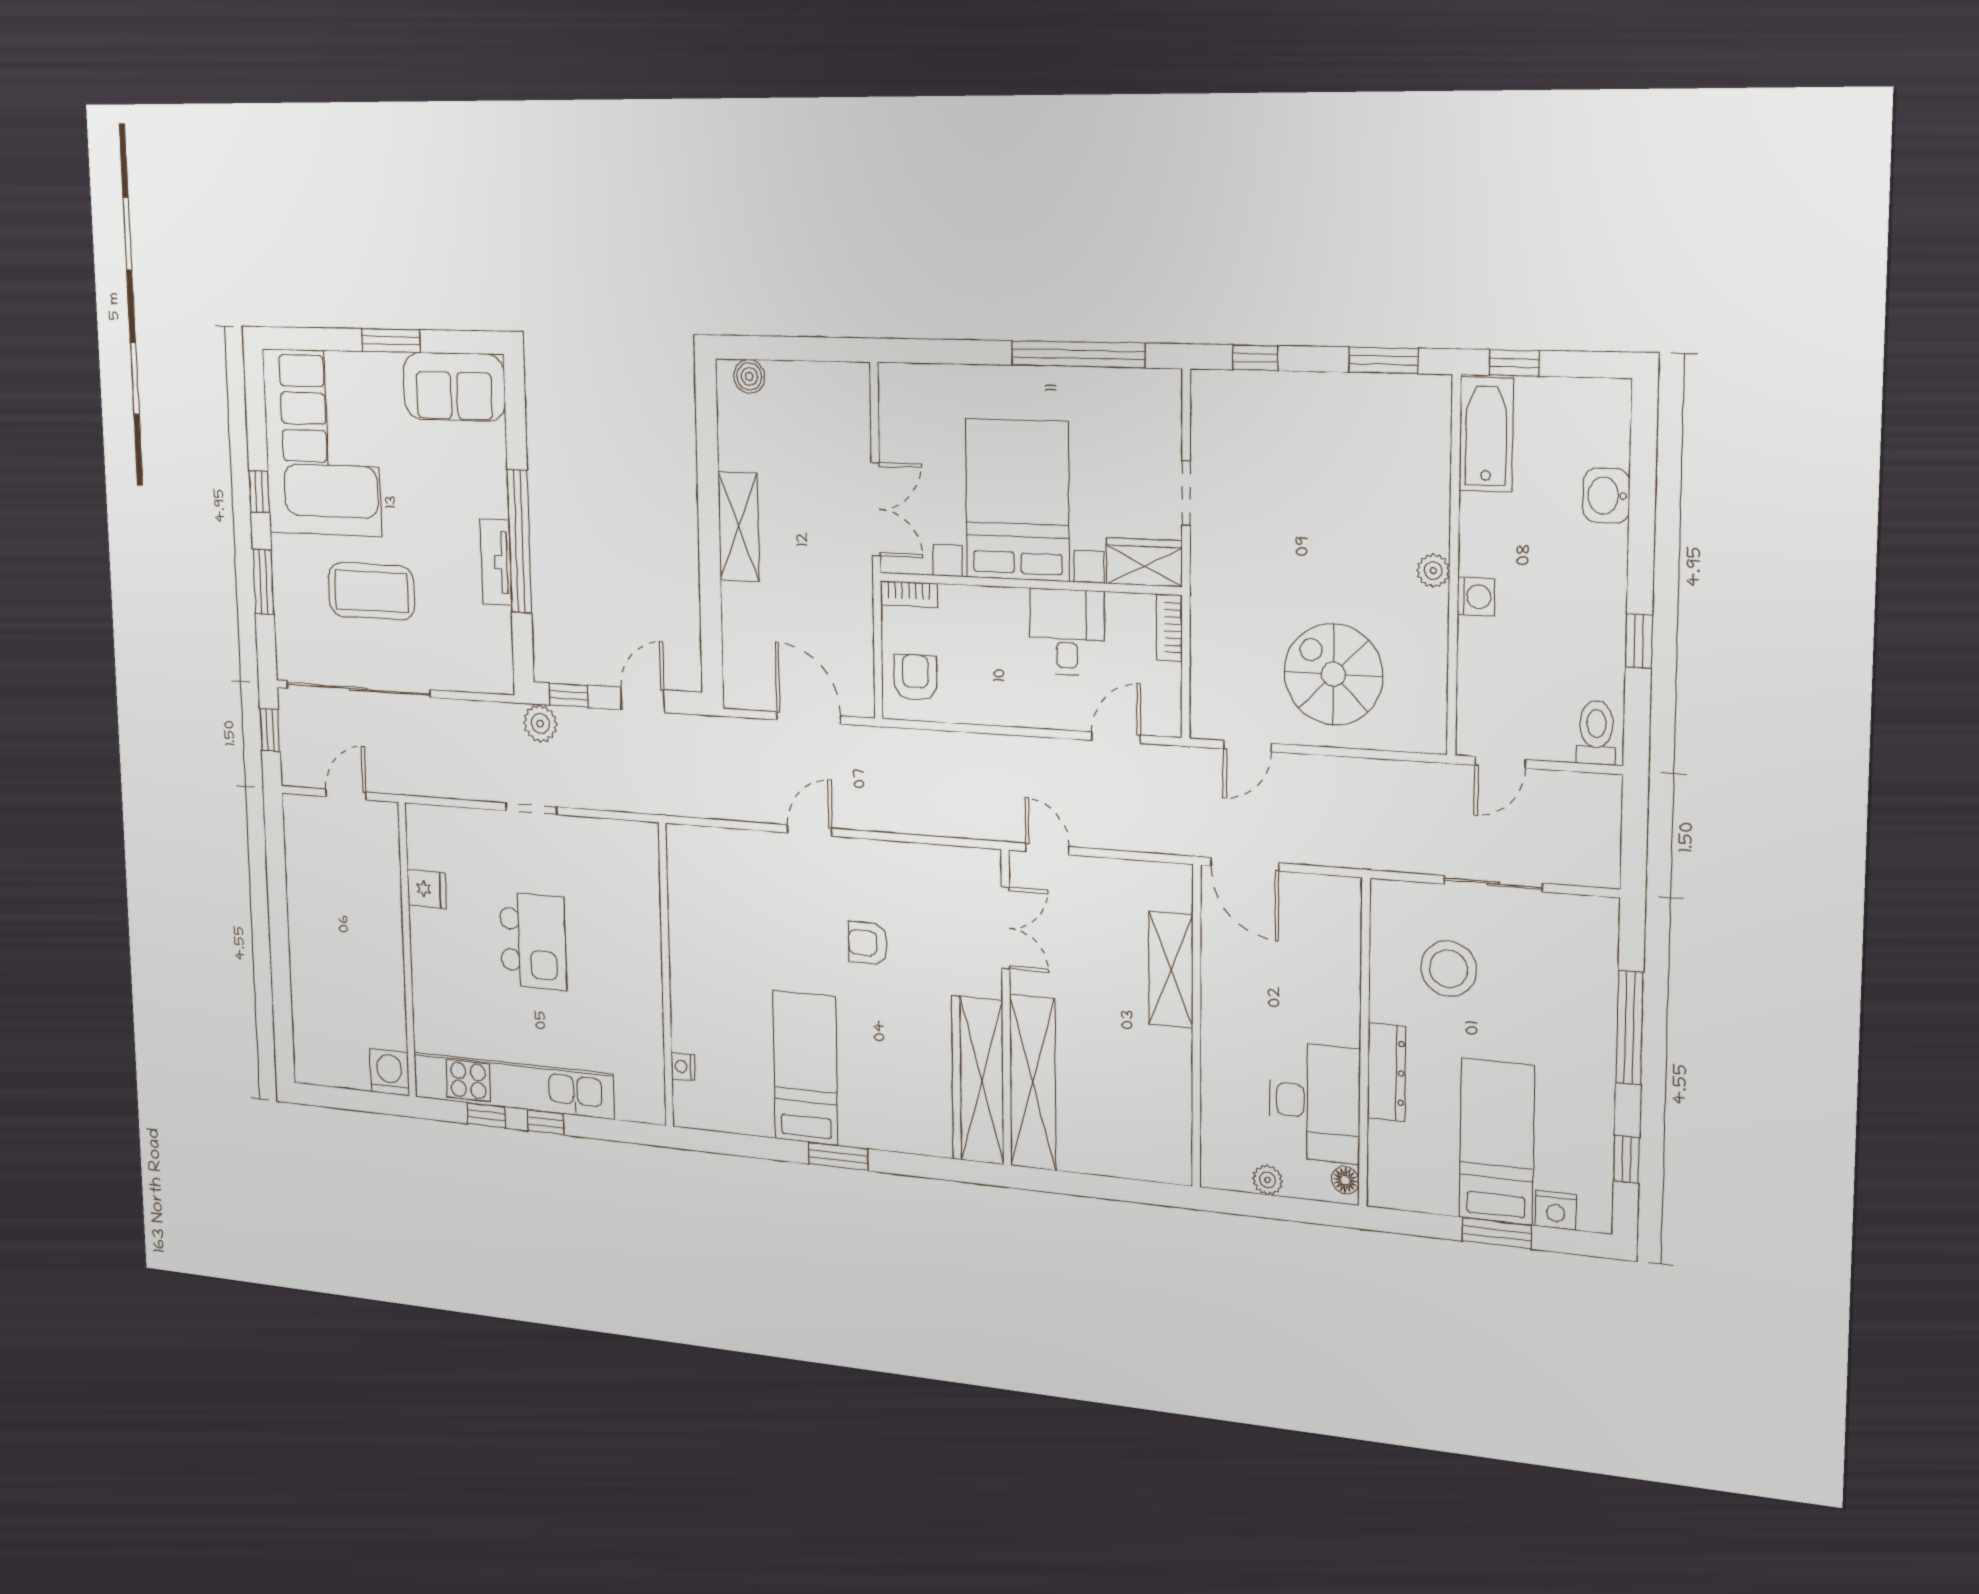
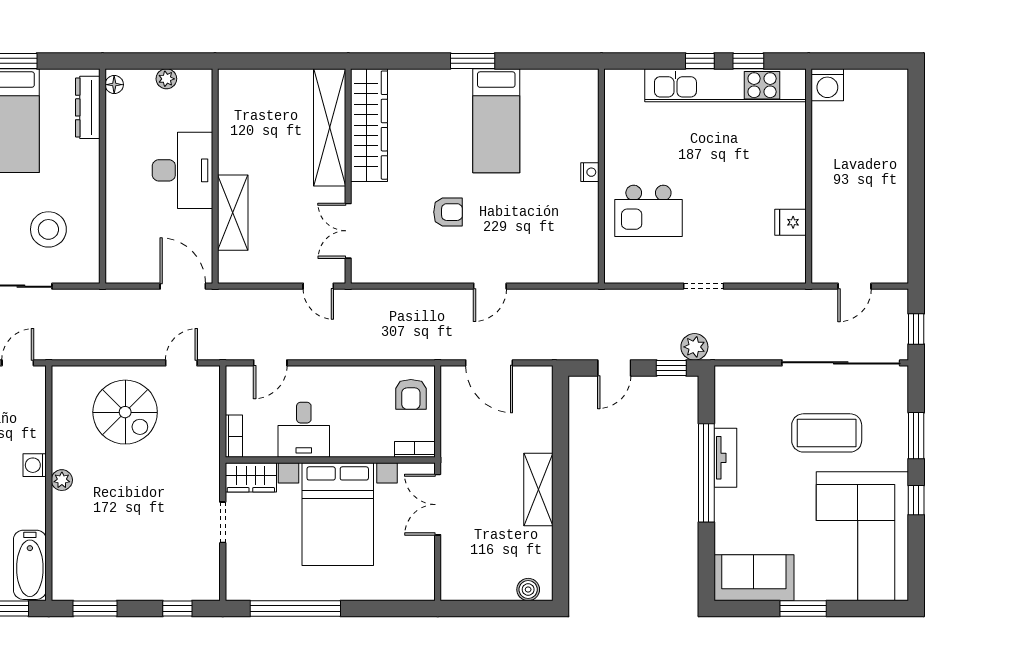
kitchen island: (533, 941) -> (648, 211), moved, turned -90
nightstand: (683, 1067) -> (590, 172), moved
dresser: (1387, 1072) -> (88, 107), moved
desk: (1315, 1102) -> (182, 170), moved, turned 180

